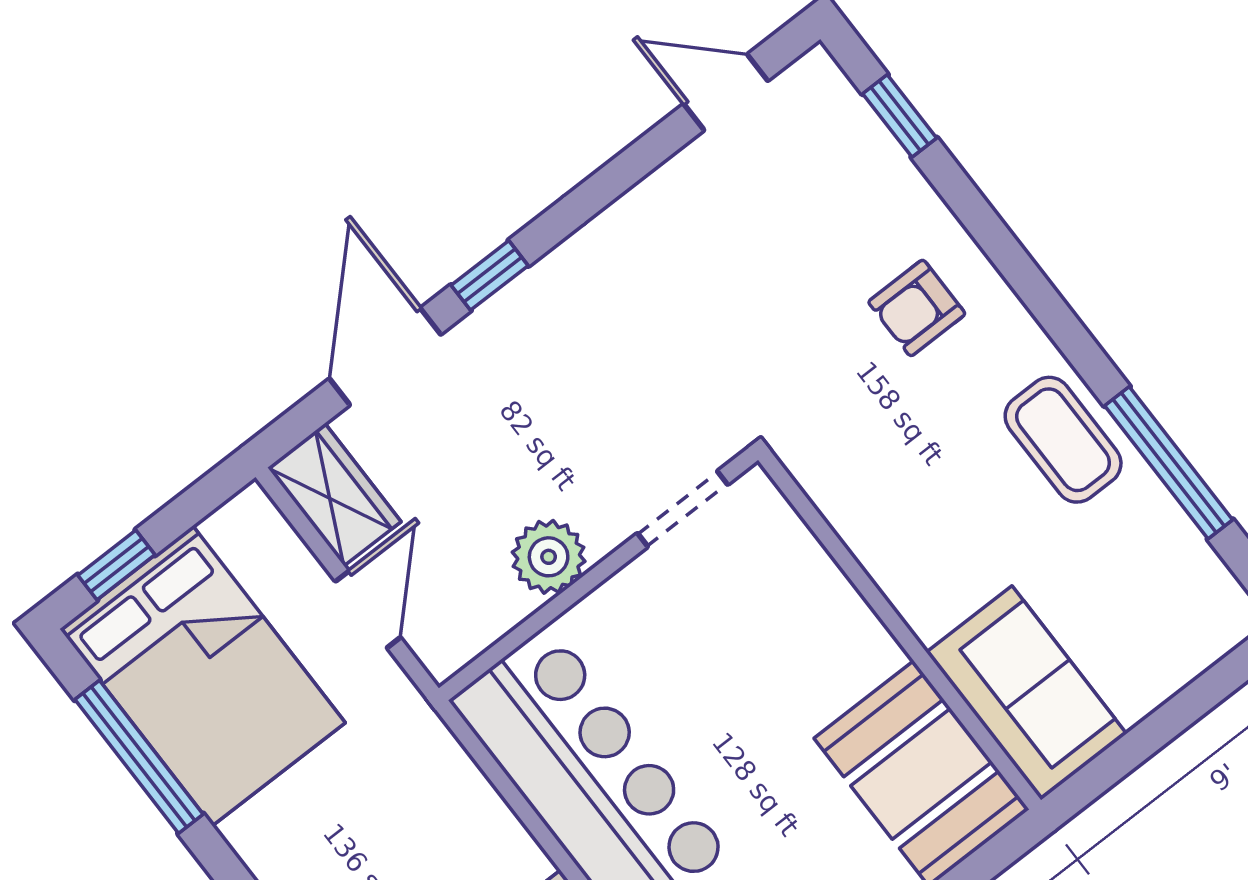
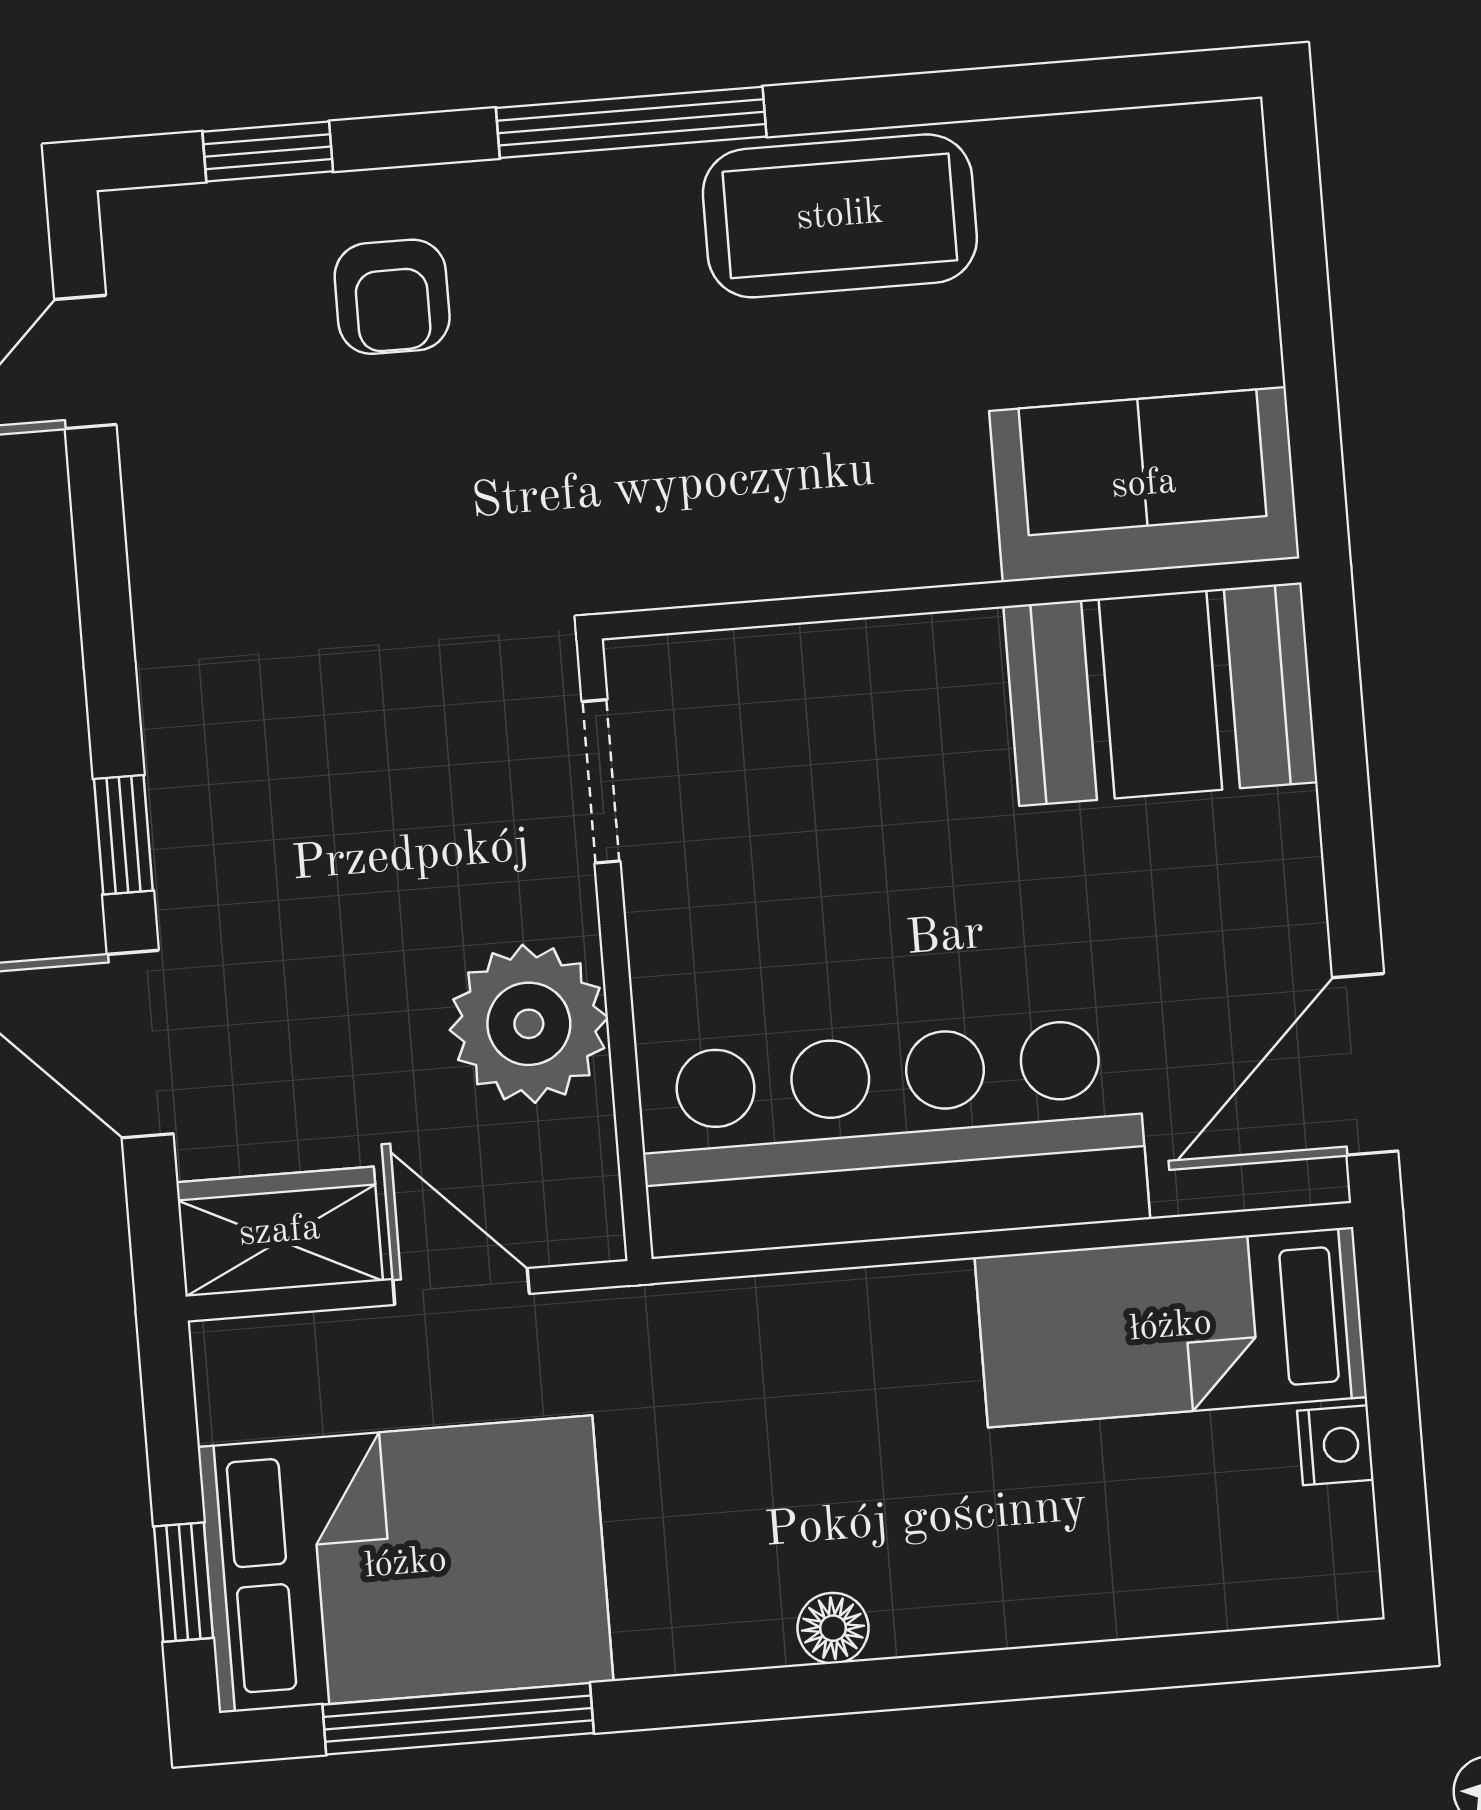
armchair: (917, 308) -> (392, 297), moved
coffee table: (1063, 440) -> (840, 216), width x1.36, depth x1.32
window: (1169, 463) -> (631, 122), moved
plant: (549, 557) -> (529, 1024), width x1.36, depth x1.36

